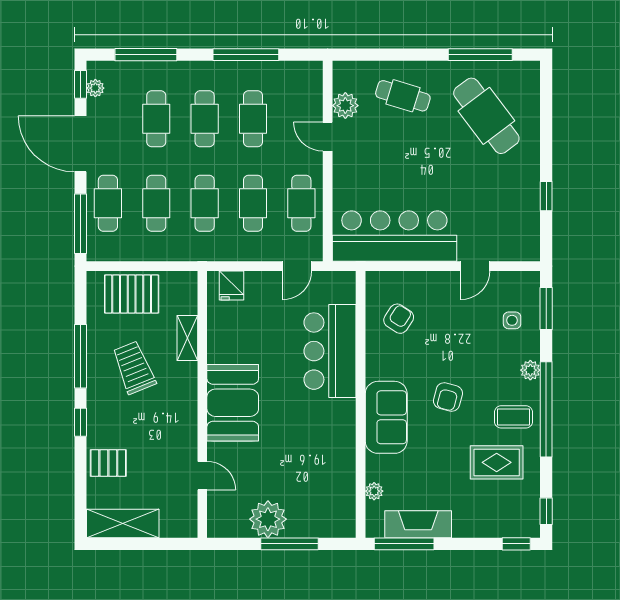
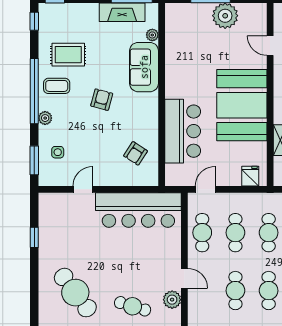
booth: (233, 403) -> (242, 105), width x1.36, depth x1.42
sofa: (386, 417) -> (144, 67), moved

